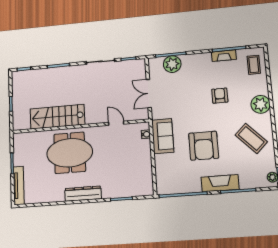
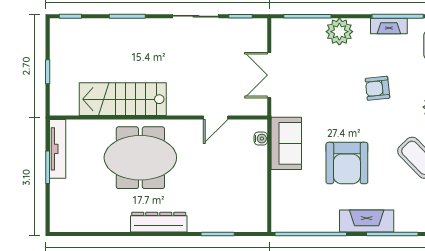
plant: (172, 64) -> (339, 32), moved
armchair: (220, 96) -> (377, 88), turned -96
door: (116, 123) -> (216, 117), swing flipped
tv unit: (19, 186) -> (58, 149), moved

